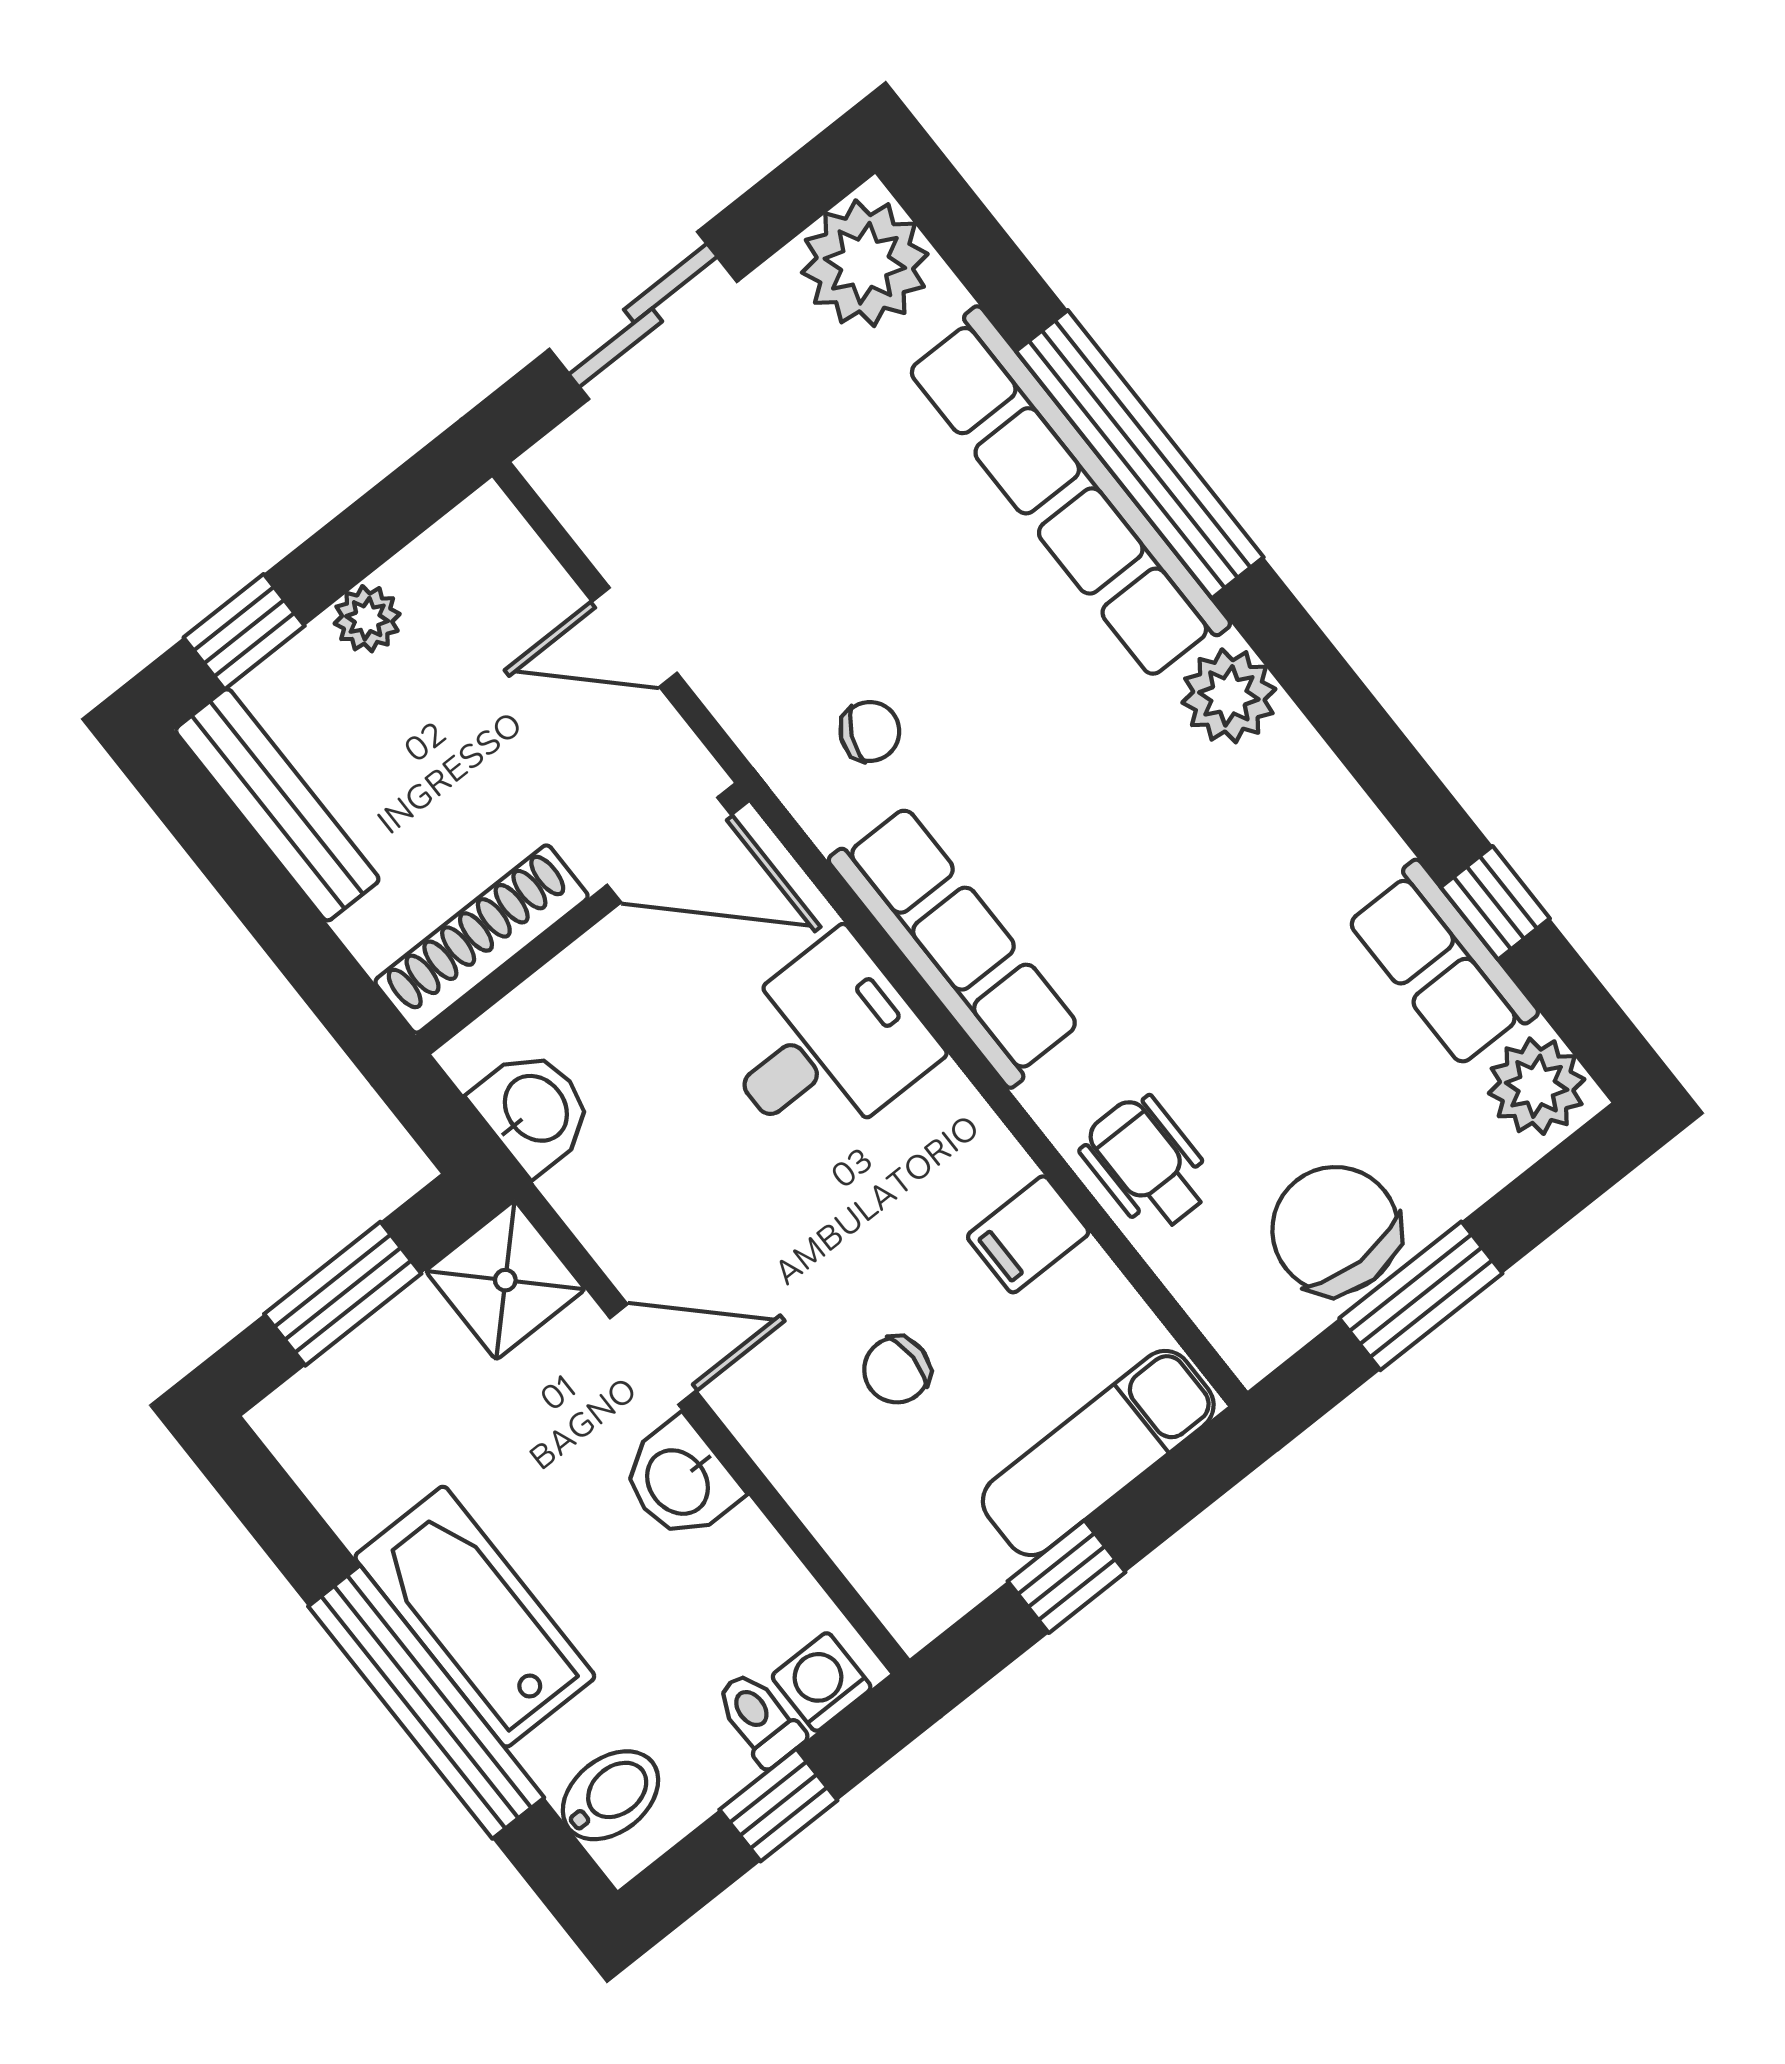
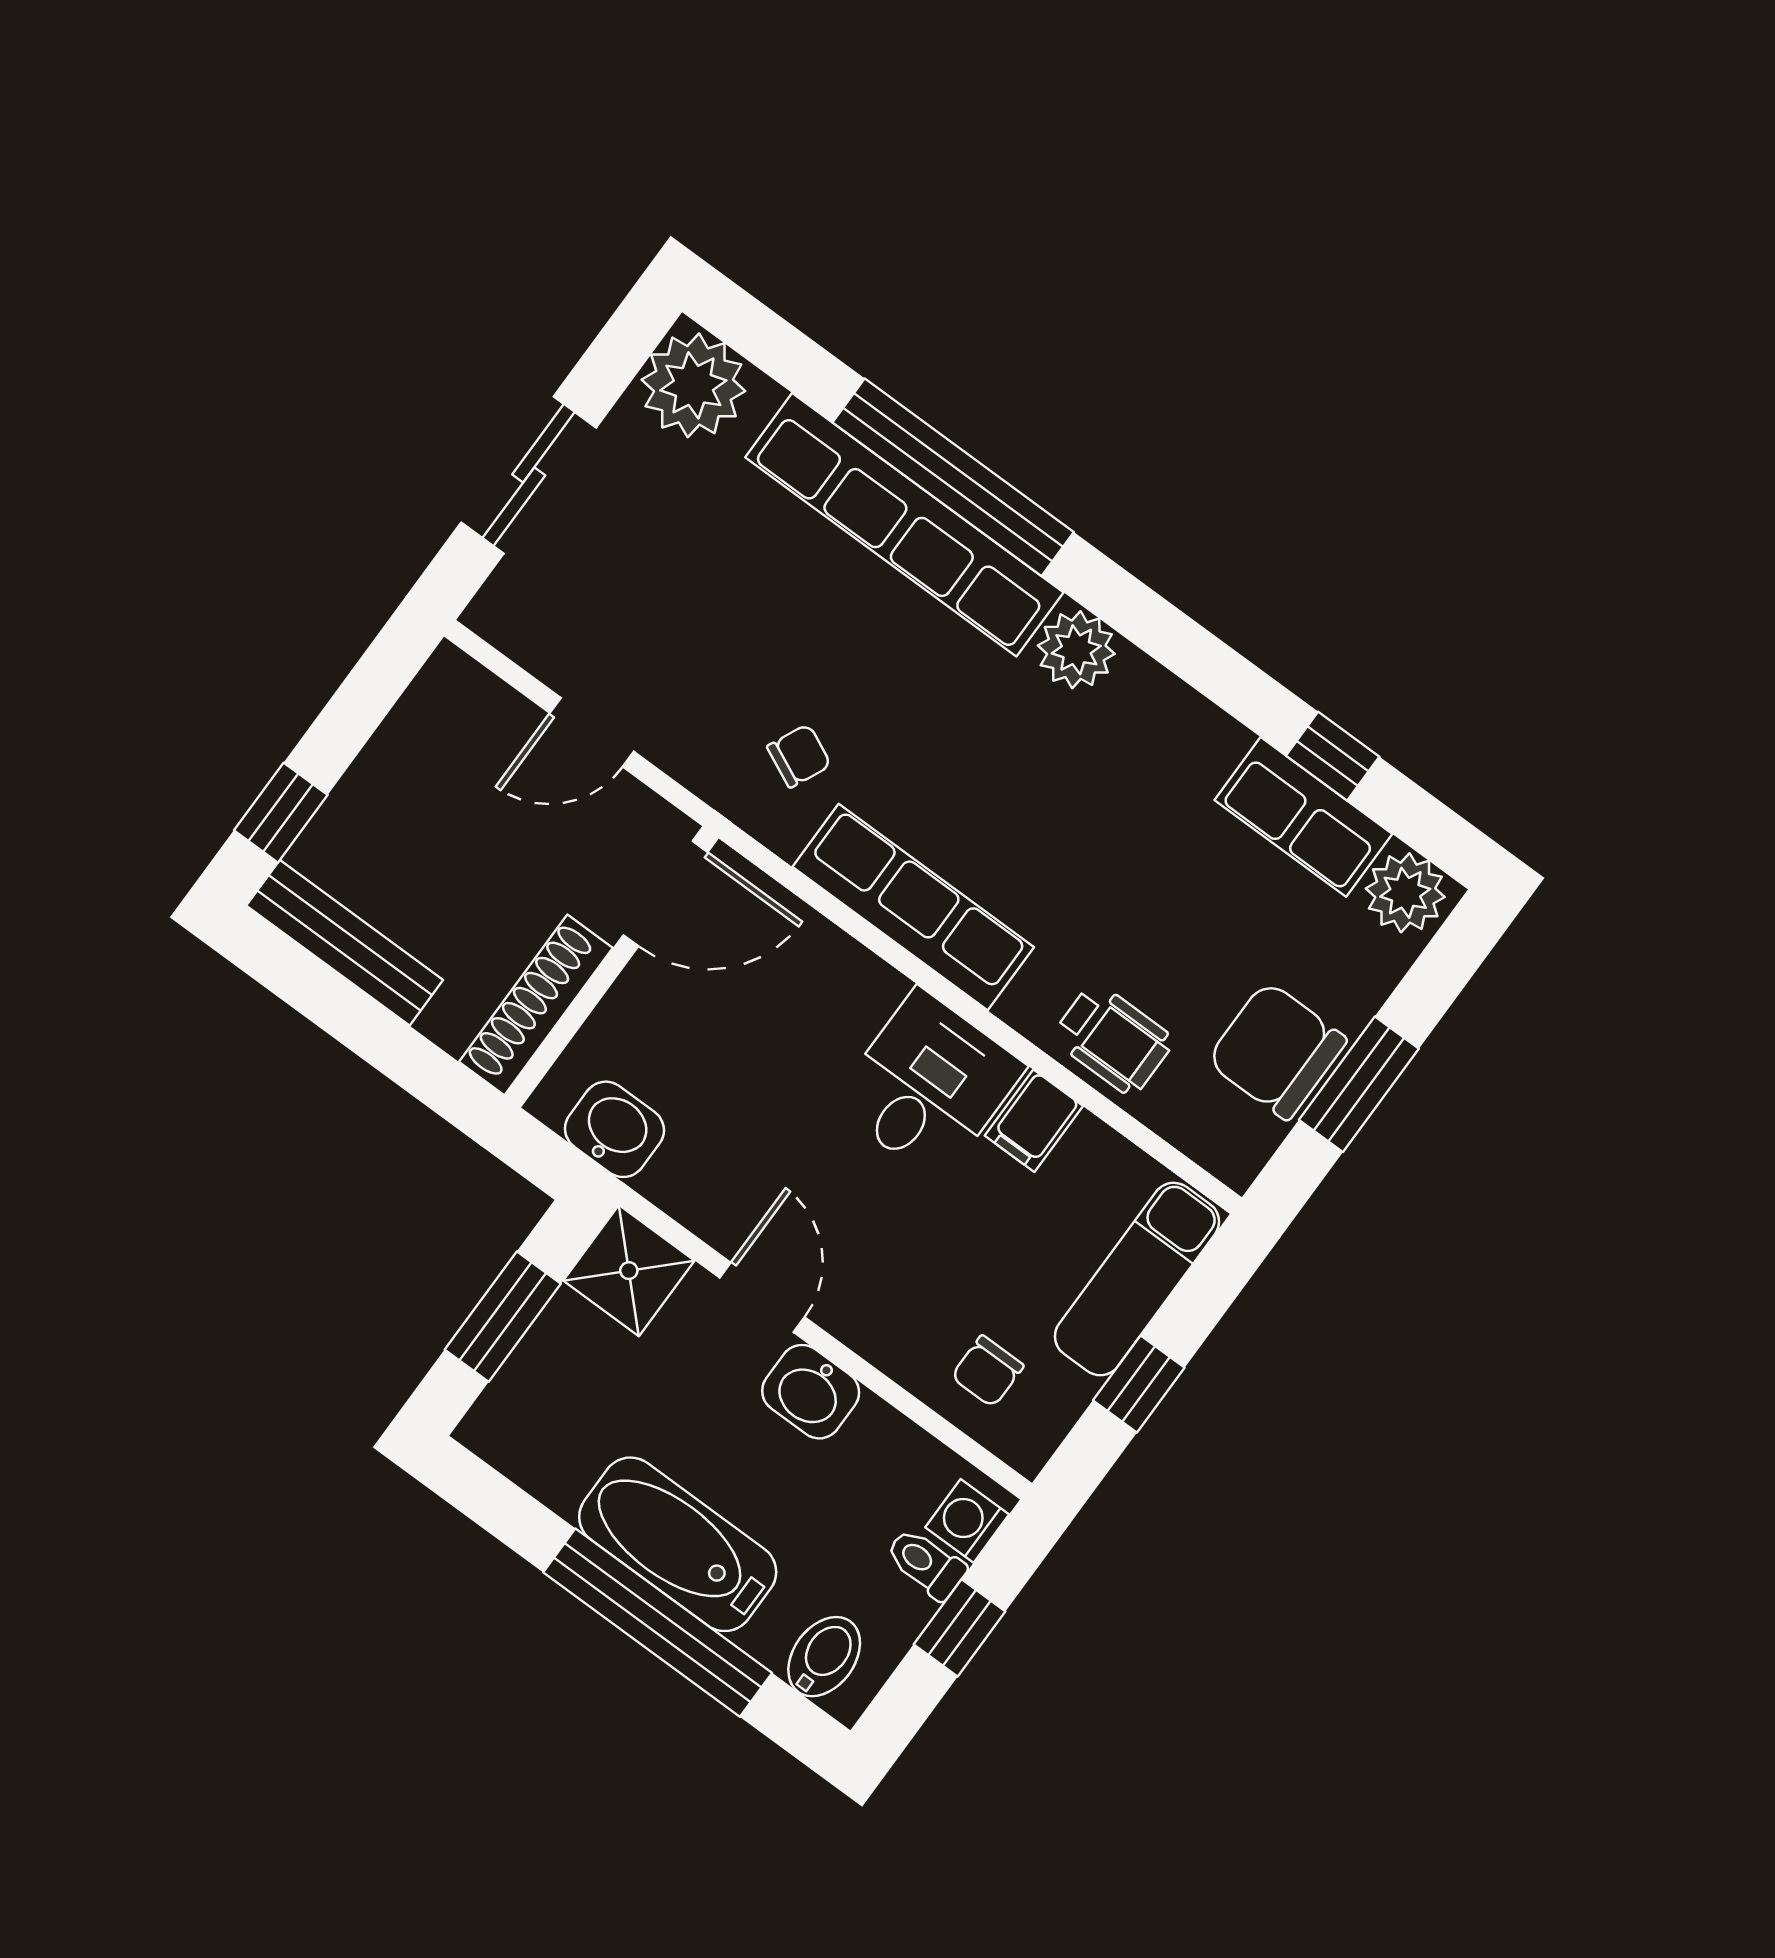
plant: (367, 619) -> (376, 776), removed
desk: (825, 1044) -> (928, 1085), moved
wheelchair: (1147, 1164) -> (1113, 1039), turned 180
door: (653, 1354) -> (762, 1297), hinge flipped
chair: (897, 1370) -> (987, 1371), moved

